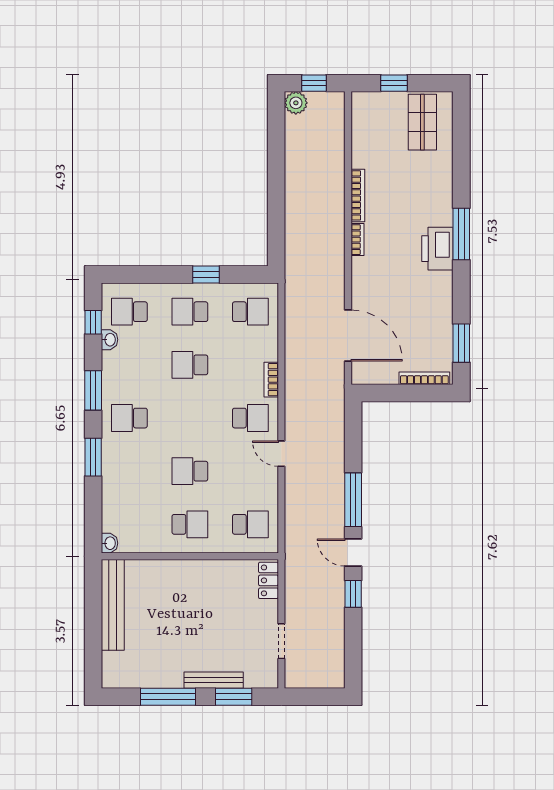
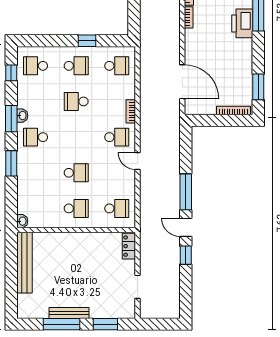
school desk: (190, 312) -> (76, 66), turned 180
washbasin: (110, 340) -> (22, 116), moved
school desk: (190, 471) -> (76, 173), turned 180
bench: (214, 680) -> (69, 313), moved

